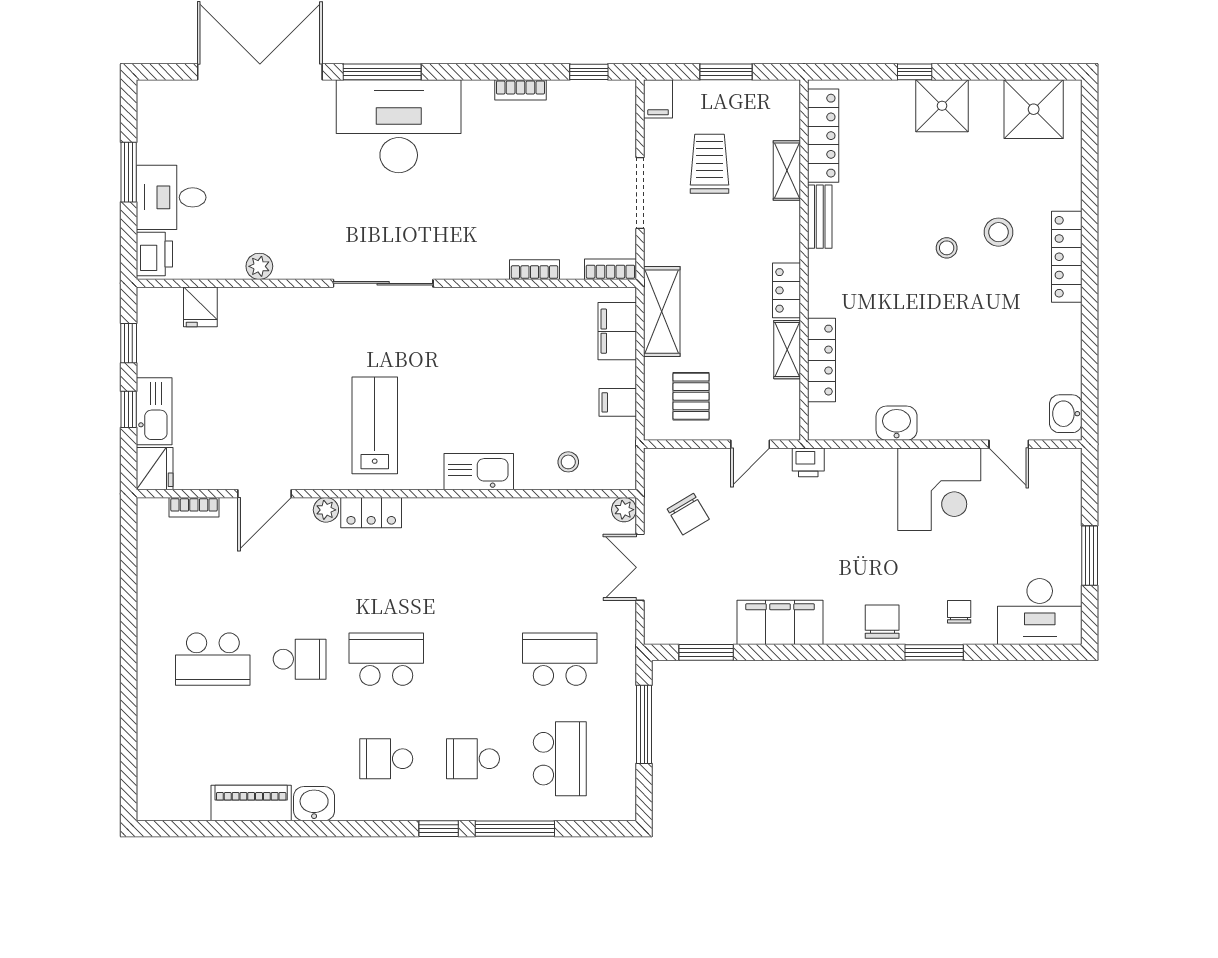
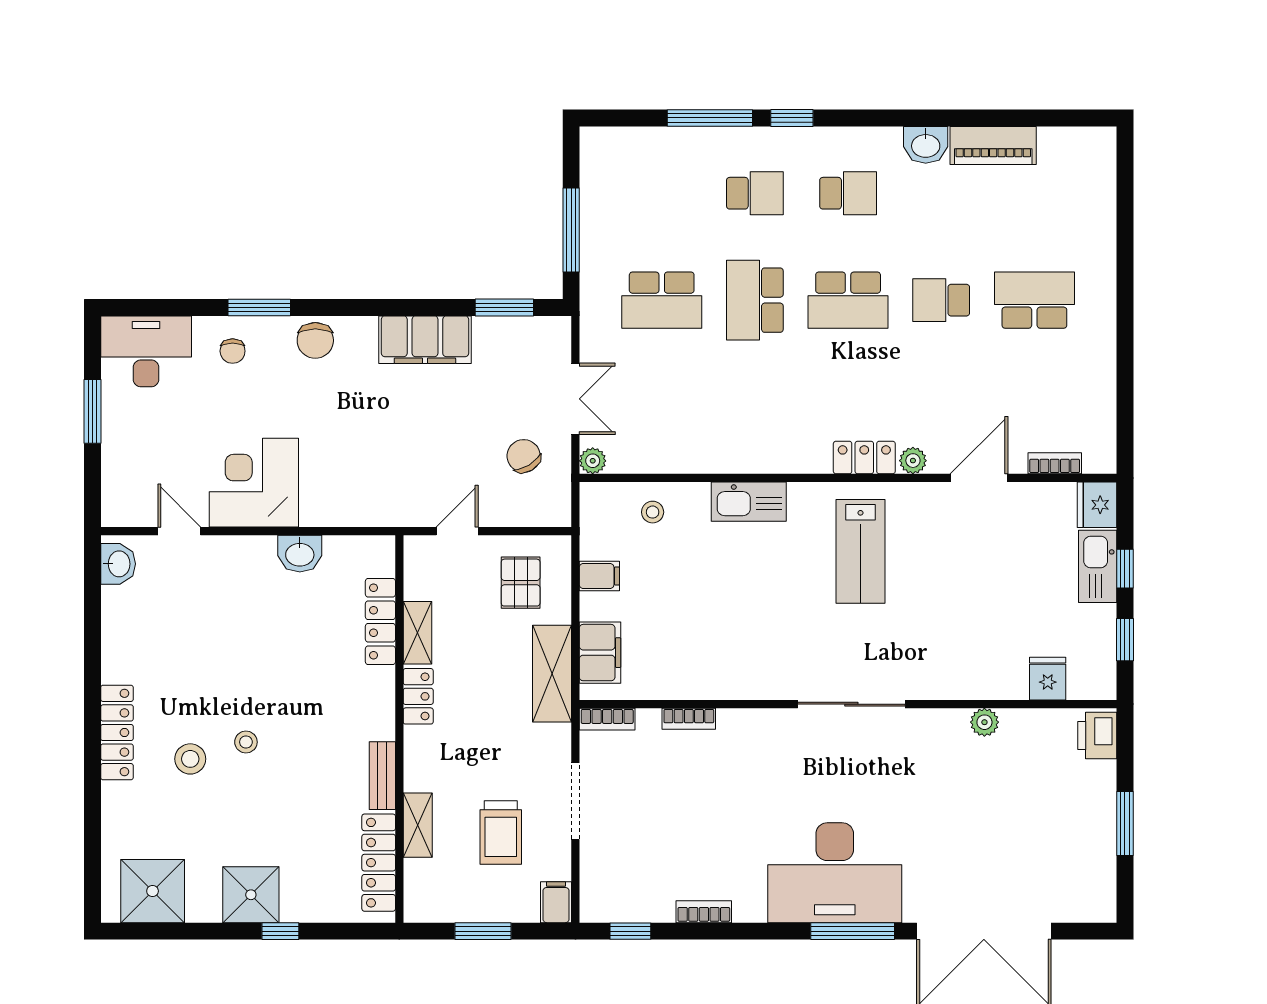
desk: (171, 197) -> (1079, 796), removed
printer: (808, 462) -> (395, 512), removed
school desk: (560, 759) -> (755, 300), moved

